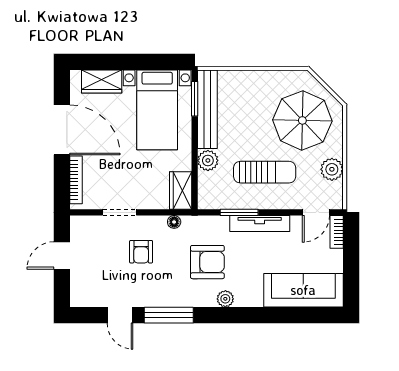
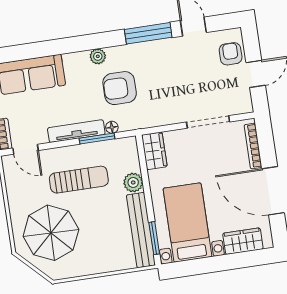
plant: (332, 169) -> (17, 192), removed
sun lounger: (265, 172) -> (79, 180), turned 180
doorway: (120, 212) -> (208, 122), width x1.38
door: (316, 212) -> (26, 149), swing flipped
floor lamp: (174, 222) -> (112, 127), moved
armchair: (141, 252) -> (231, 54), moved

